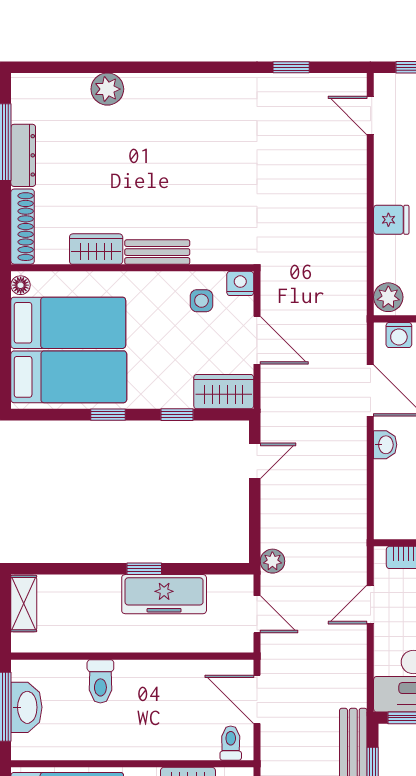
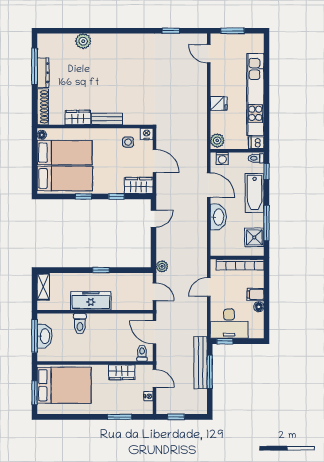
washbasin: (385, 445) -> (218, 217), width x1.91, depth x1.45
freezer: (164, 594) -> (91, 301), moved, turned 180

